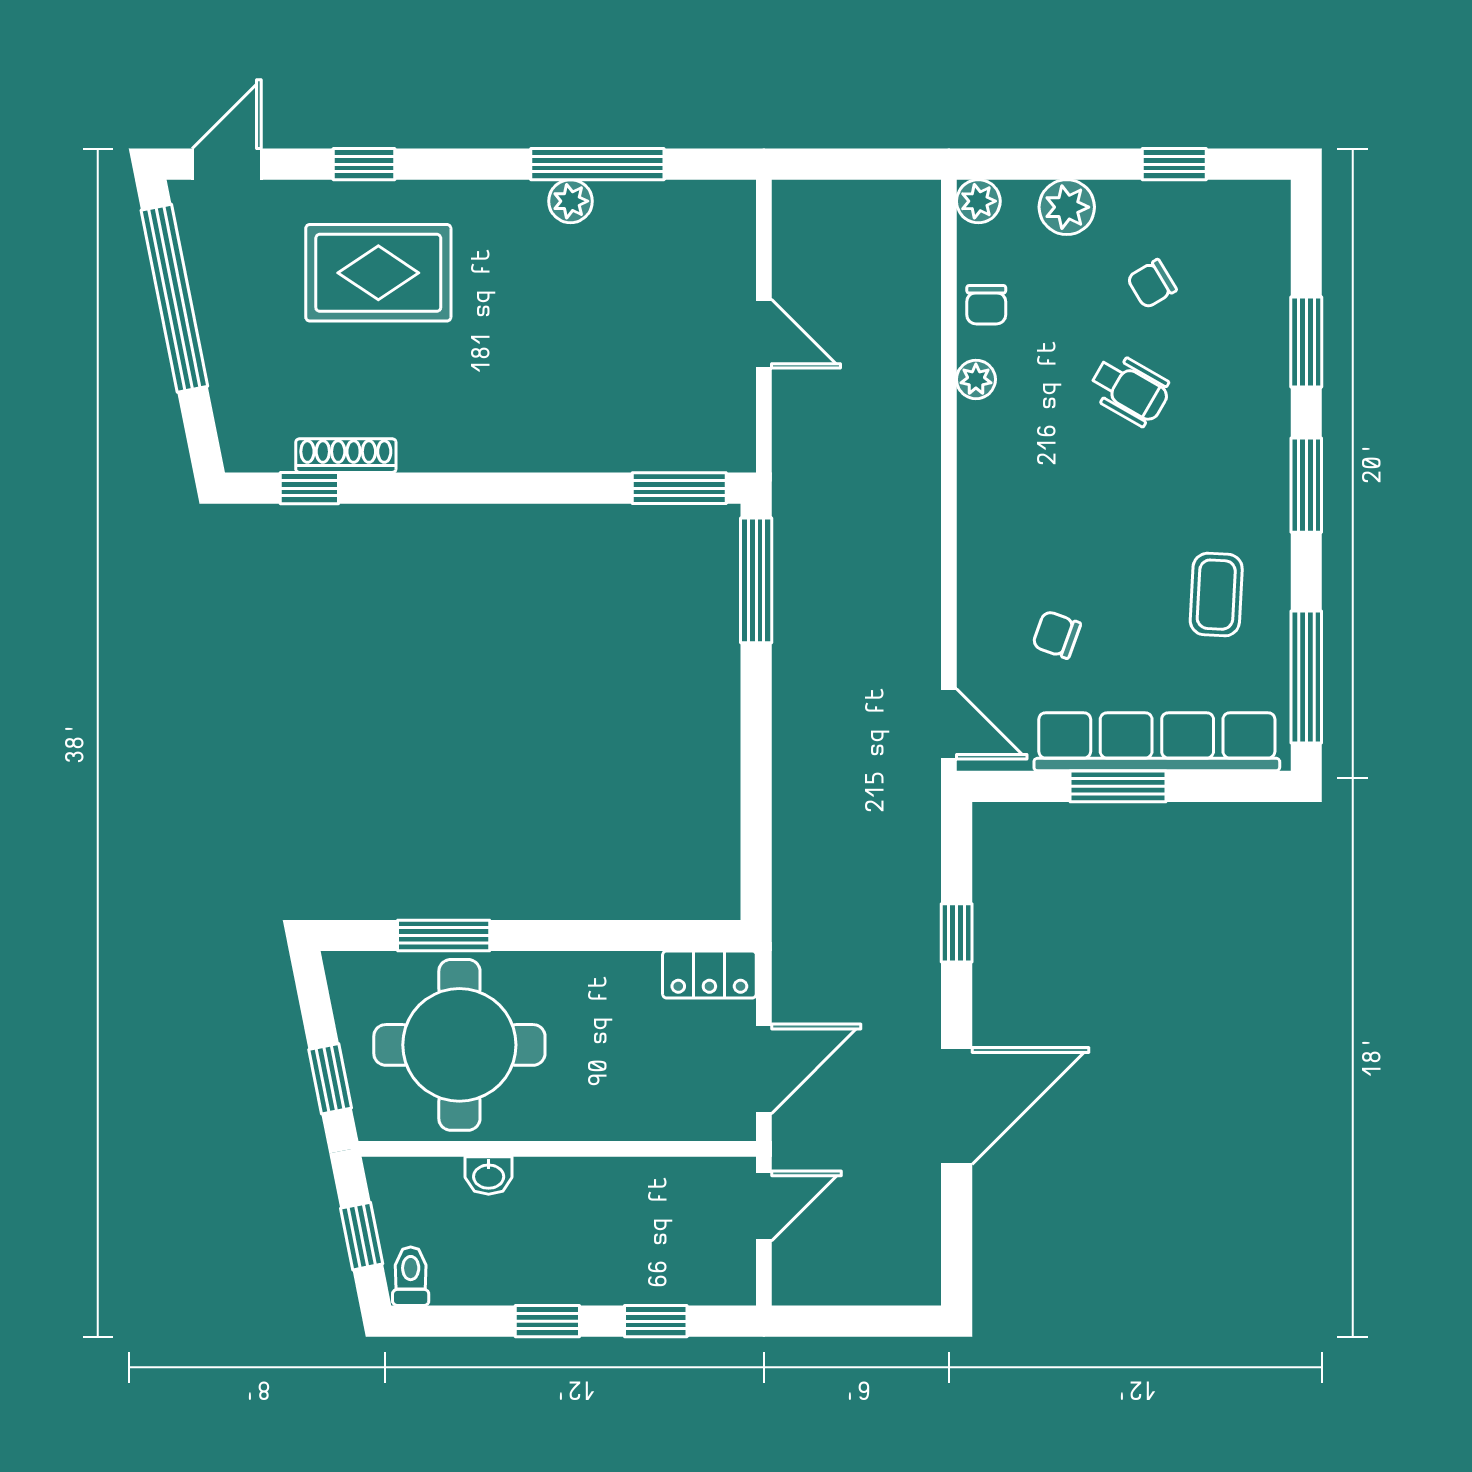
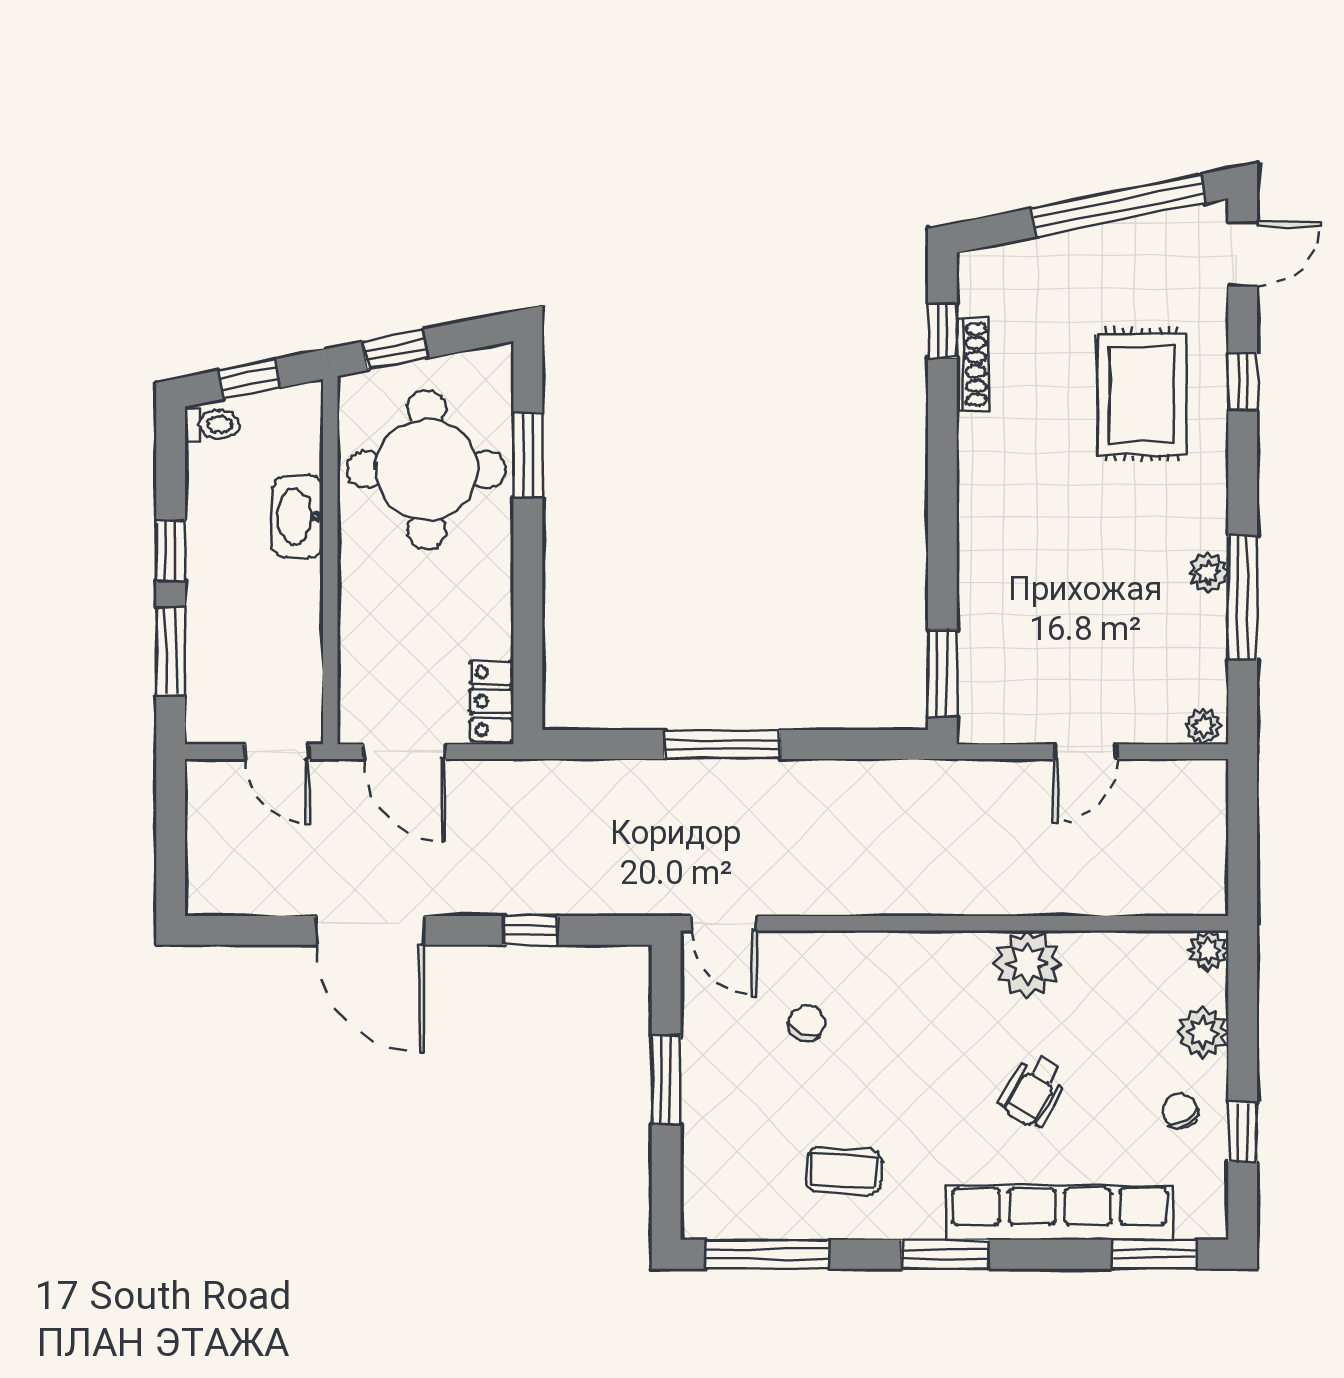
door: (227, 164) -> (1243, 254), hinge flipped
plant: (737, 206) -> (1203, 726), added
chair: (1152, 284) -> (1180, 1111), moved
chair: (986, 305) -> (1112, 958), removed
window: (1306, 342) -> (1154, 1254), moved
plant: (976, 379) -> (1027, 964), width x1.88, depth x1.88
window: (756, 580) -> (722, 744), moved
door: (949, 724) -> (724, 923), hinge flipped
row of seats: (1157, 742) -> (1060, 1213), moved, turned -90
washbasin: (489, 1175) -> (298, 516), width x1.91, depth x1.45
window: (656, 1321) -> (171, 652), width x1.50

